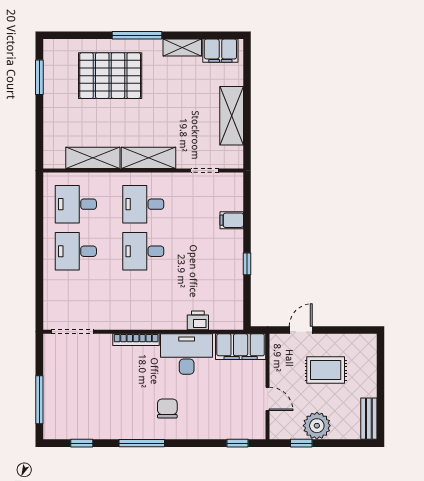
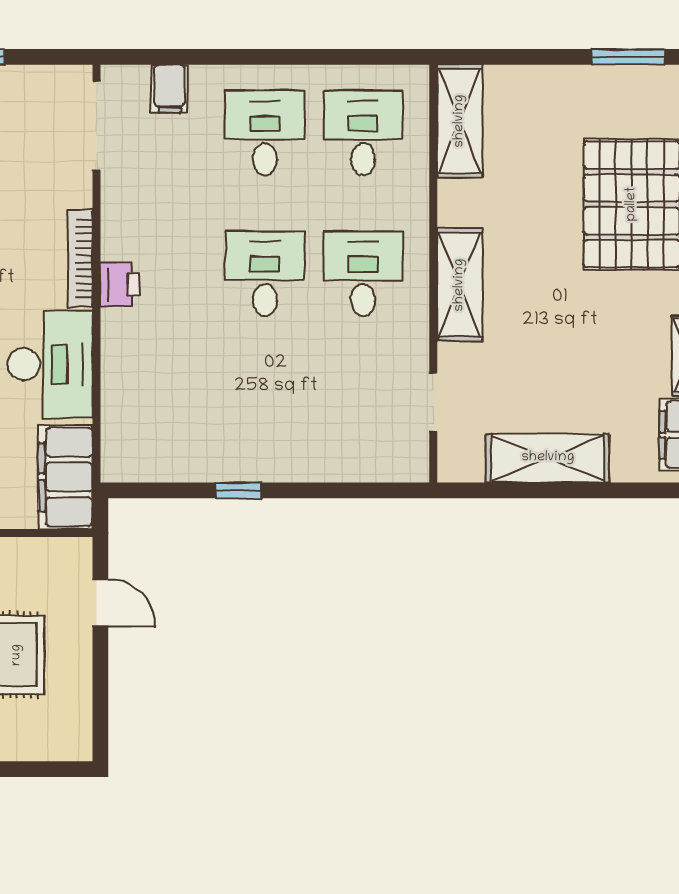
shelving: (93, 158) -> (460, 121), moved
filing cabinet: (232, 220) -> (170, 89), moved, turned 180
printer: (198, 320) -> (120, 284), moved

